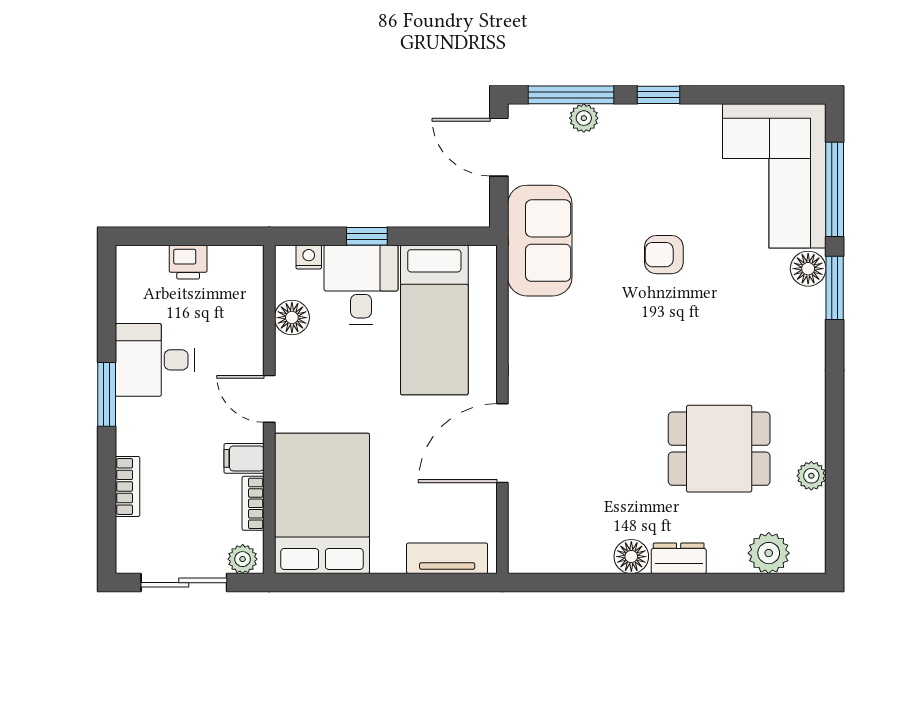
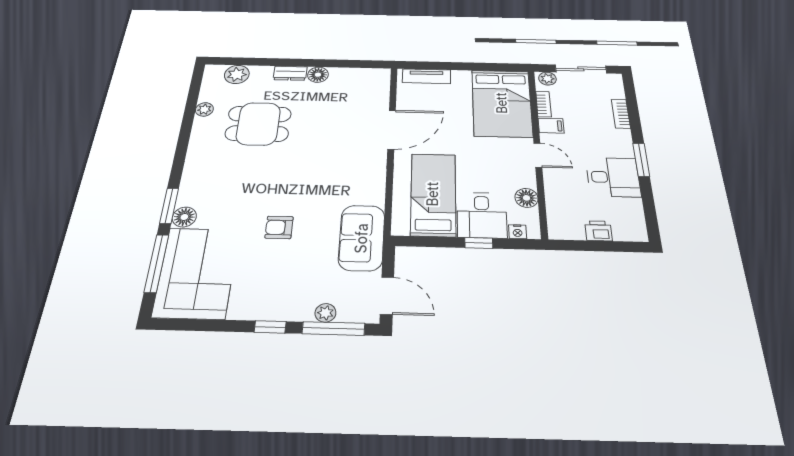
armchair: (664, 255) -> (279, 227), turned 180

